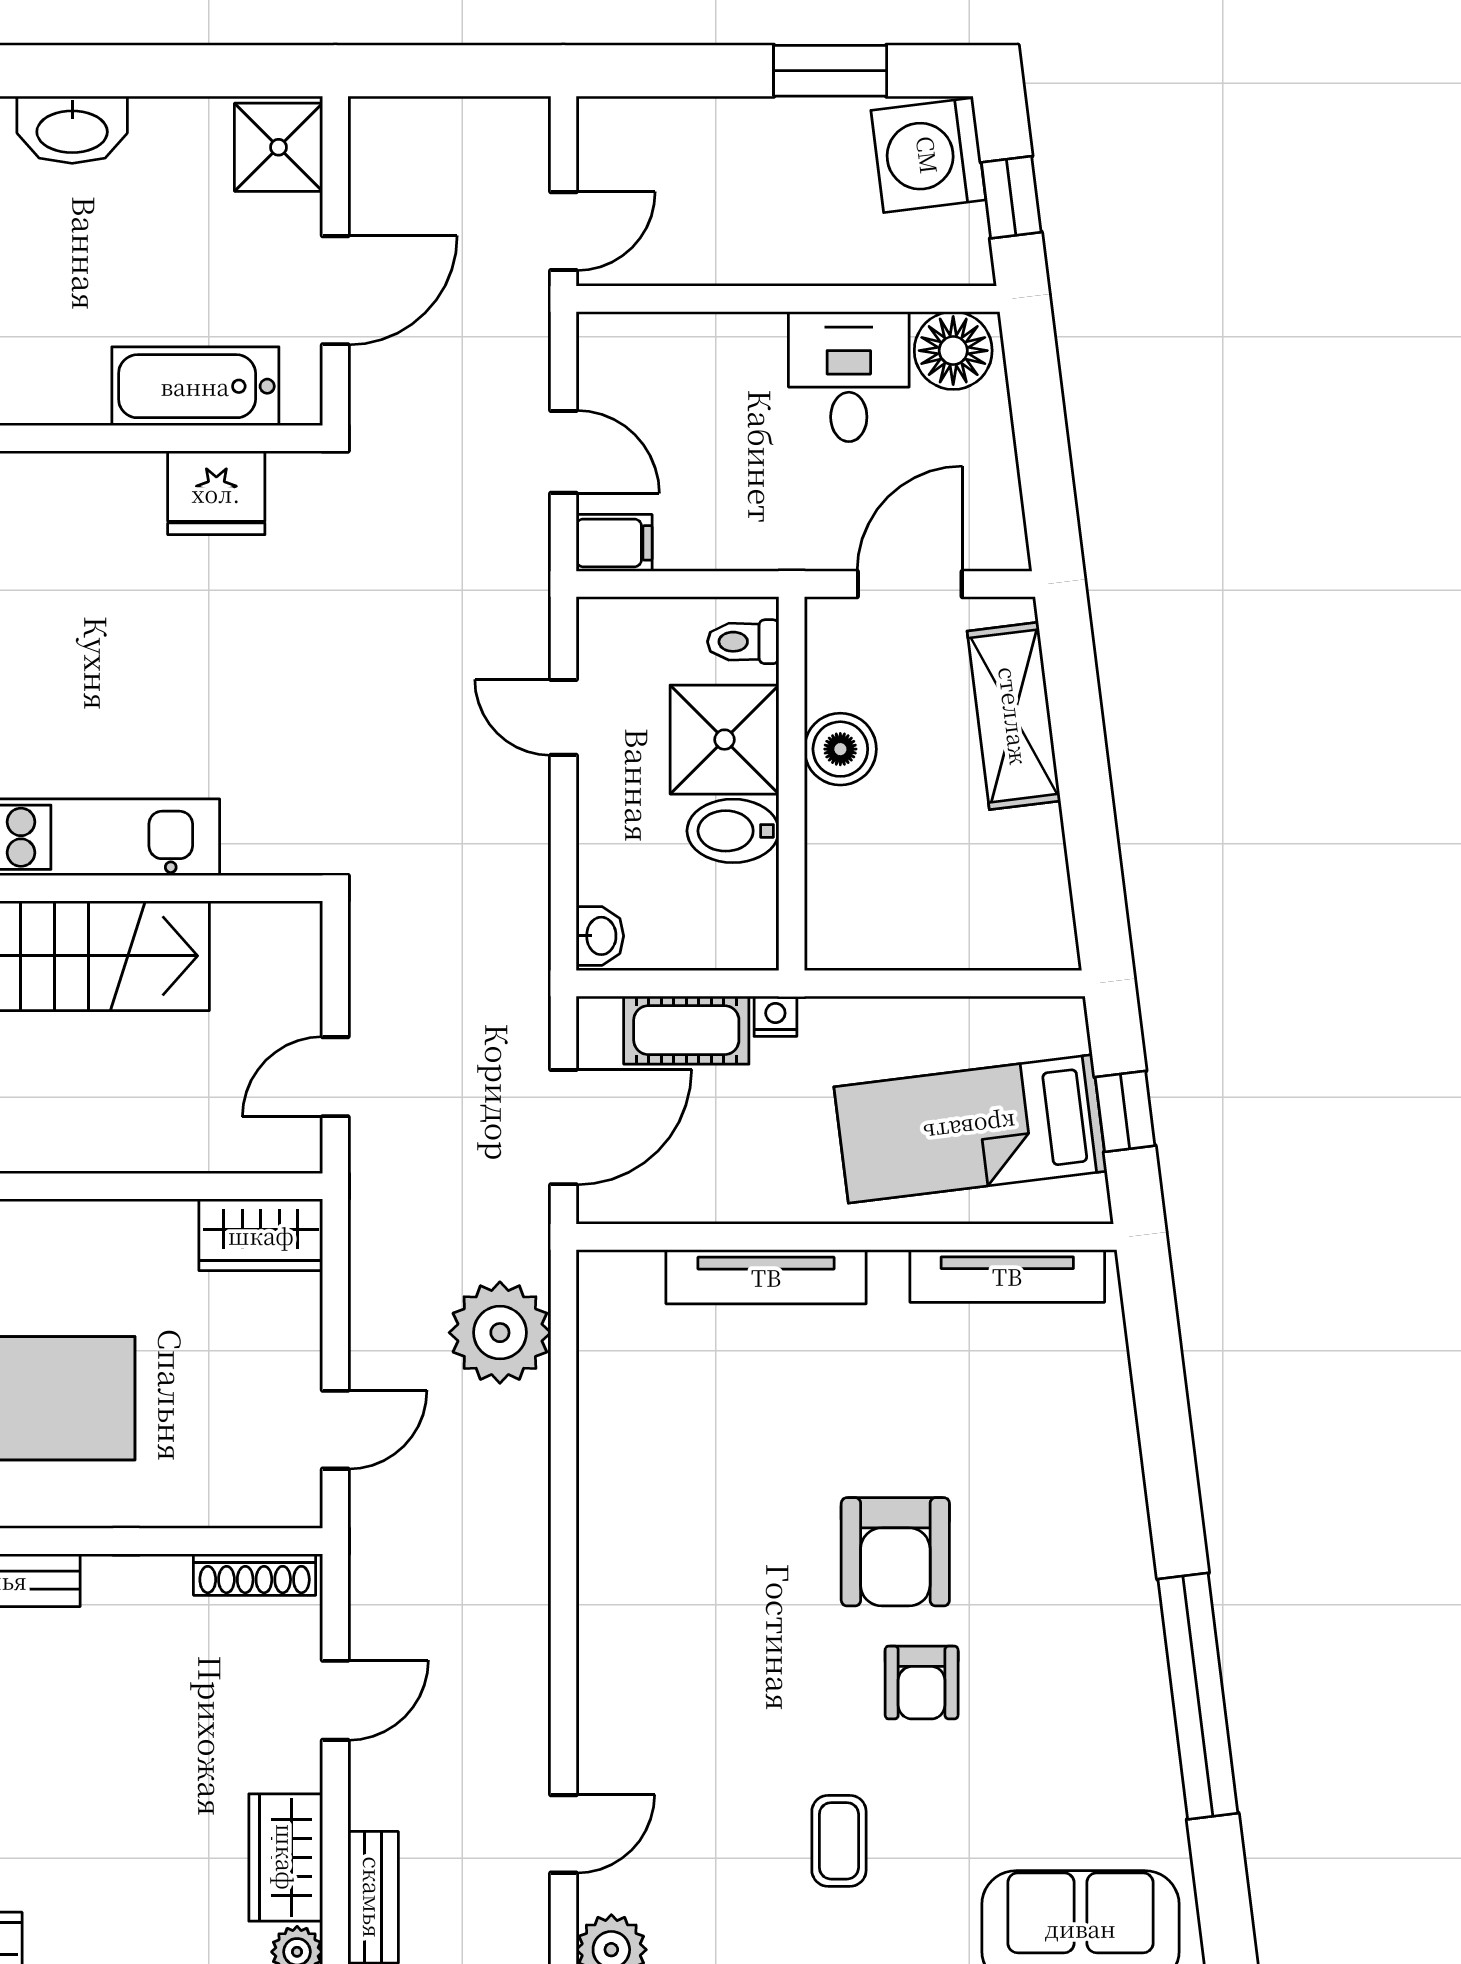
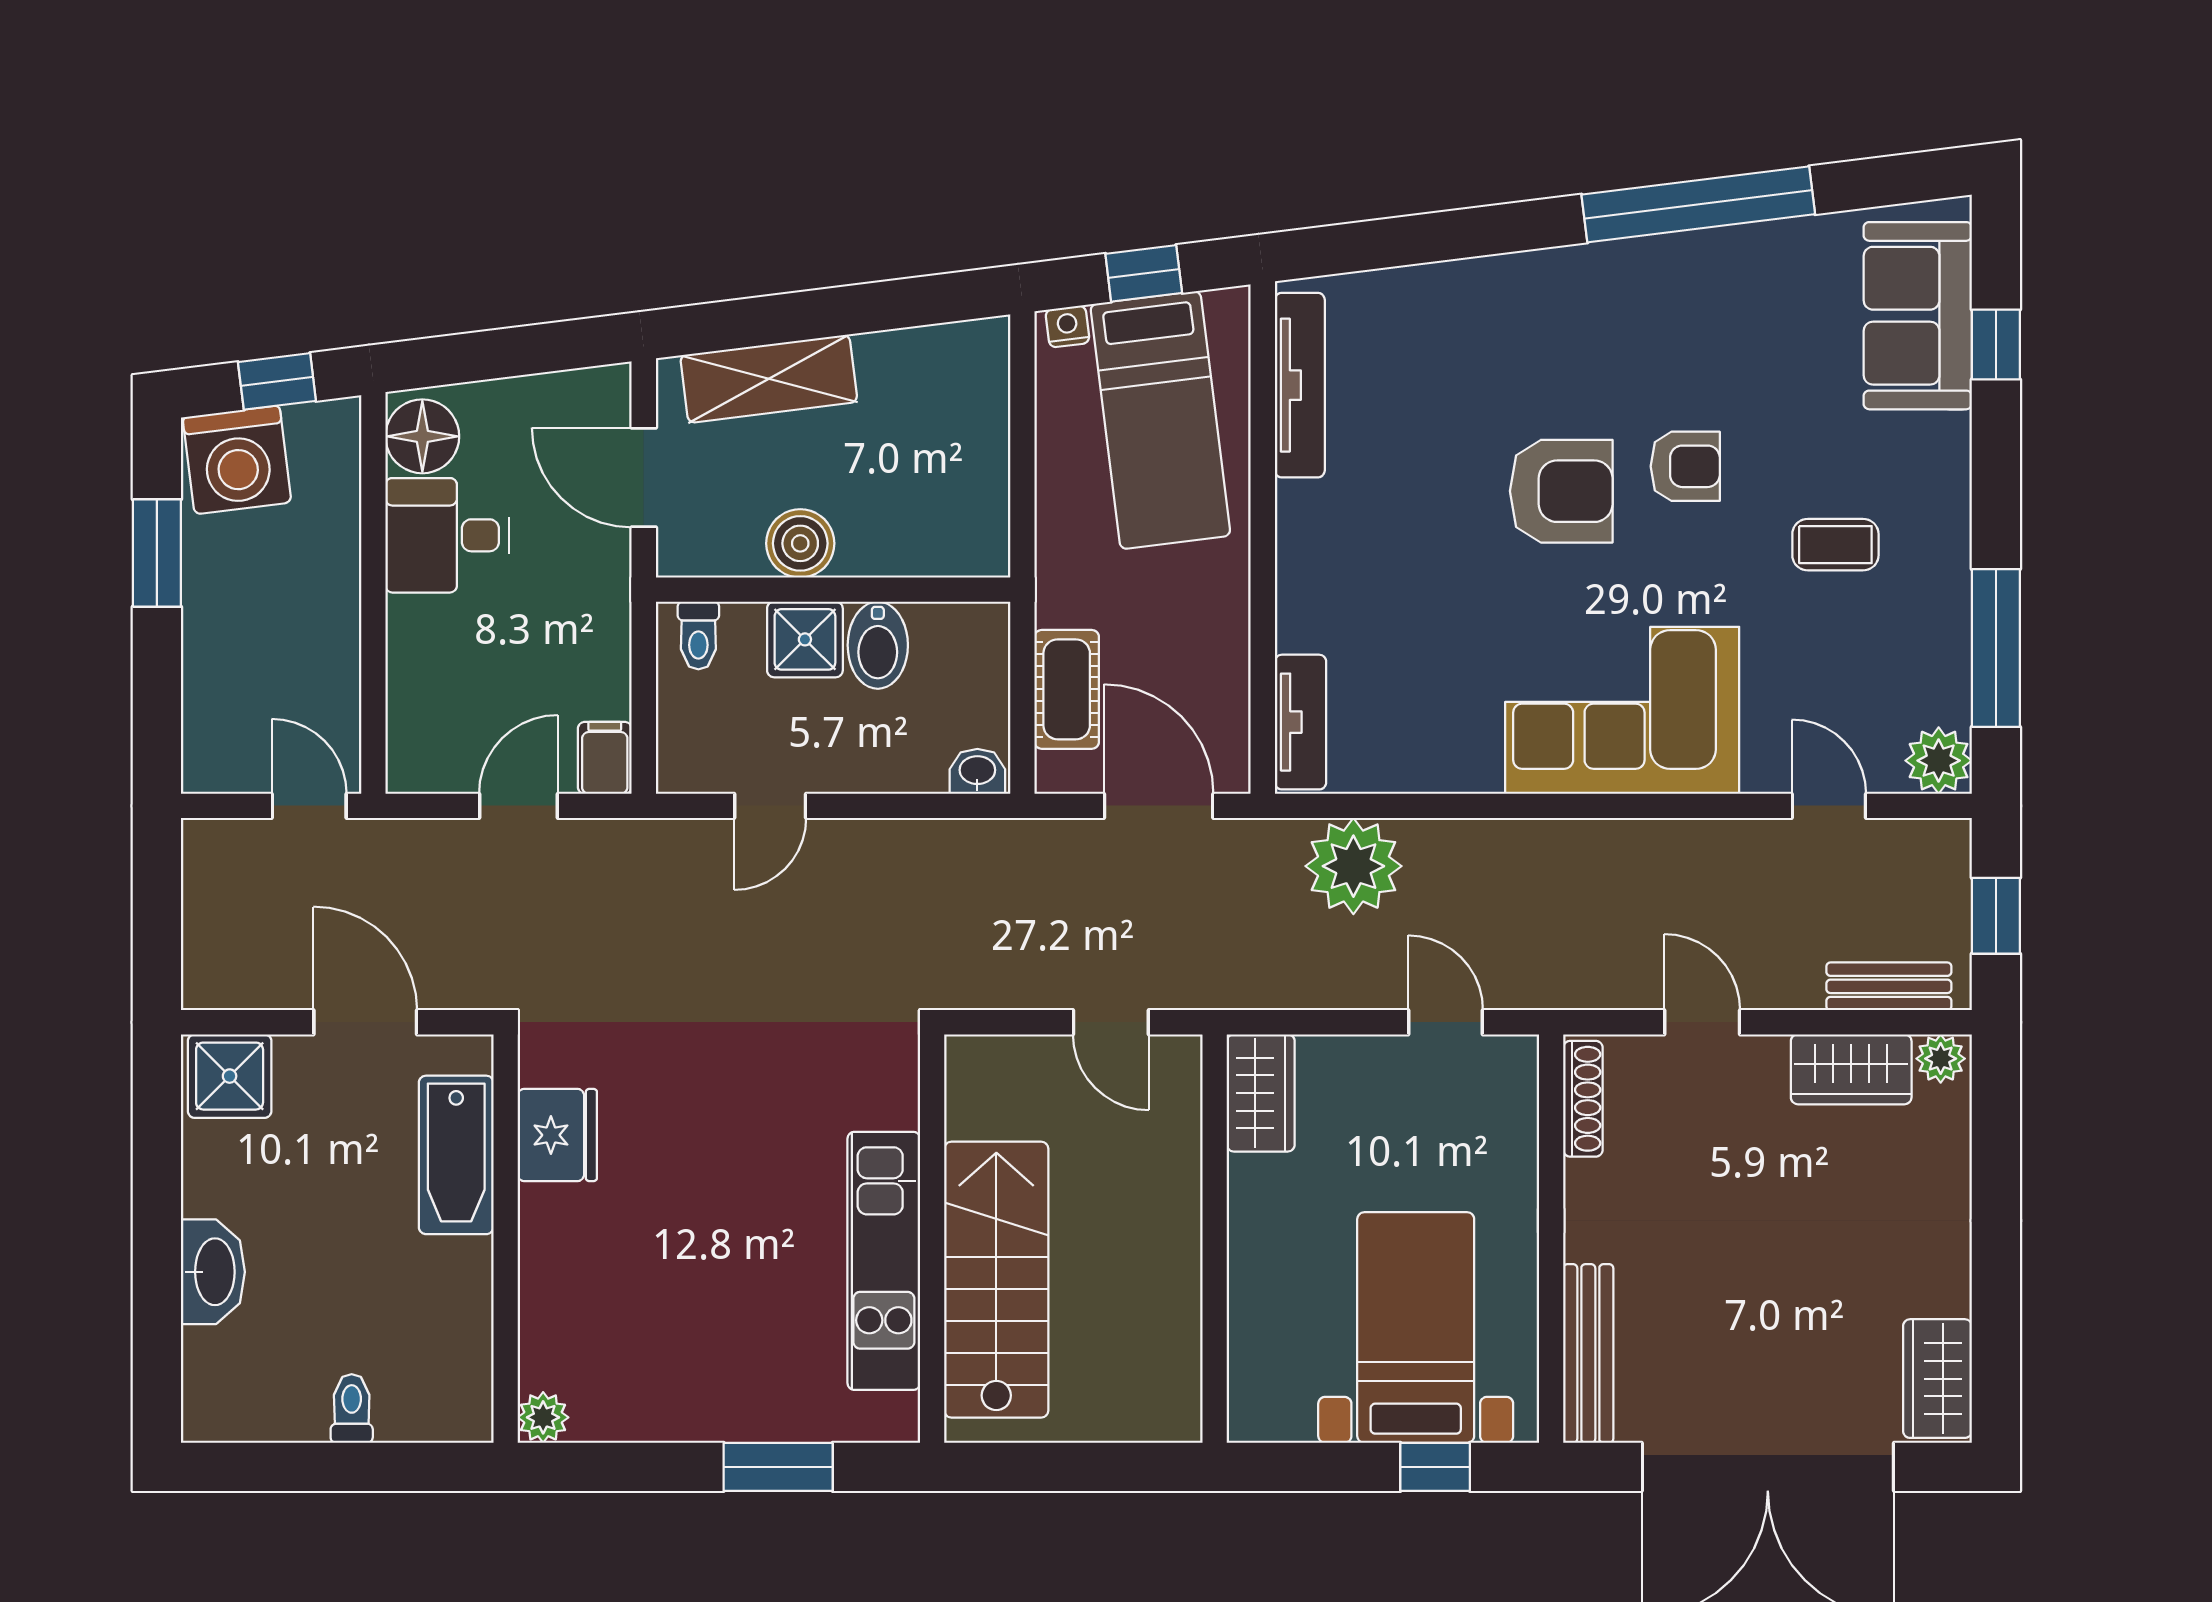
shower: (724, 740) -> (805, 639), width x0.73, depth x0.73
nightstand: (775, 1016) -> (1067, 326), moved, turned 83
tv unit: (766, 1277) -> (1300, 722), moved, width x0.71
corner sofa: (664, 1616) -> (1622, 710), added

